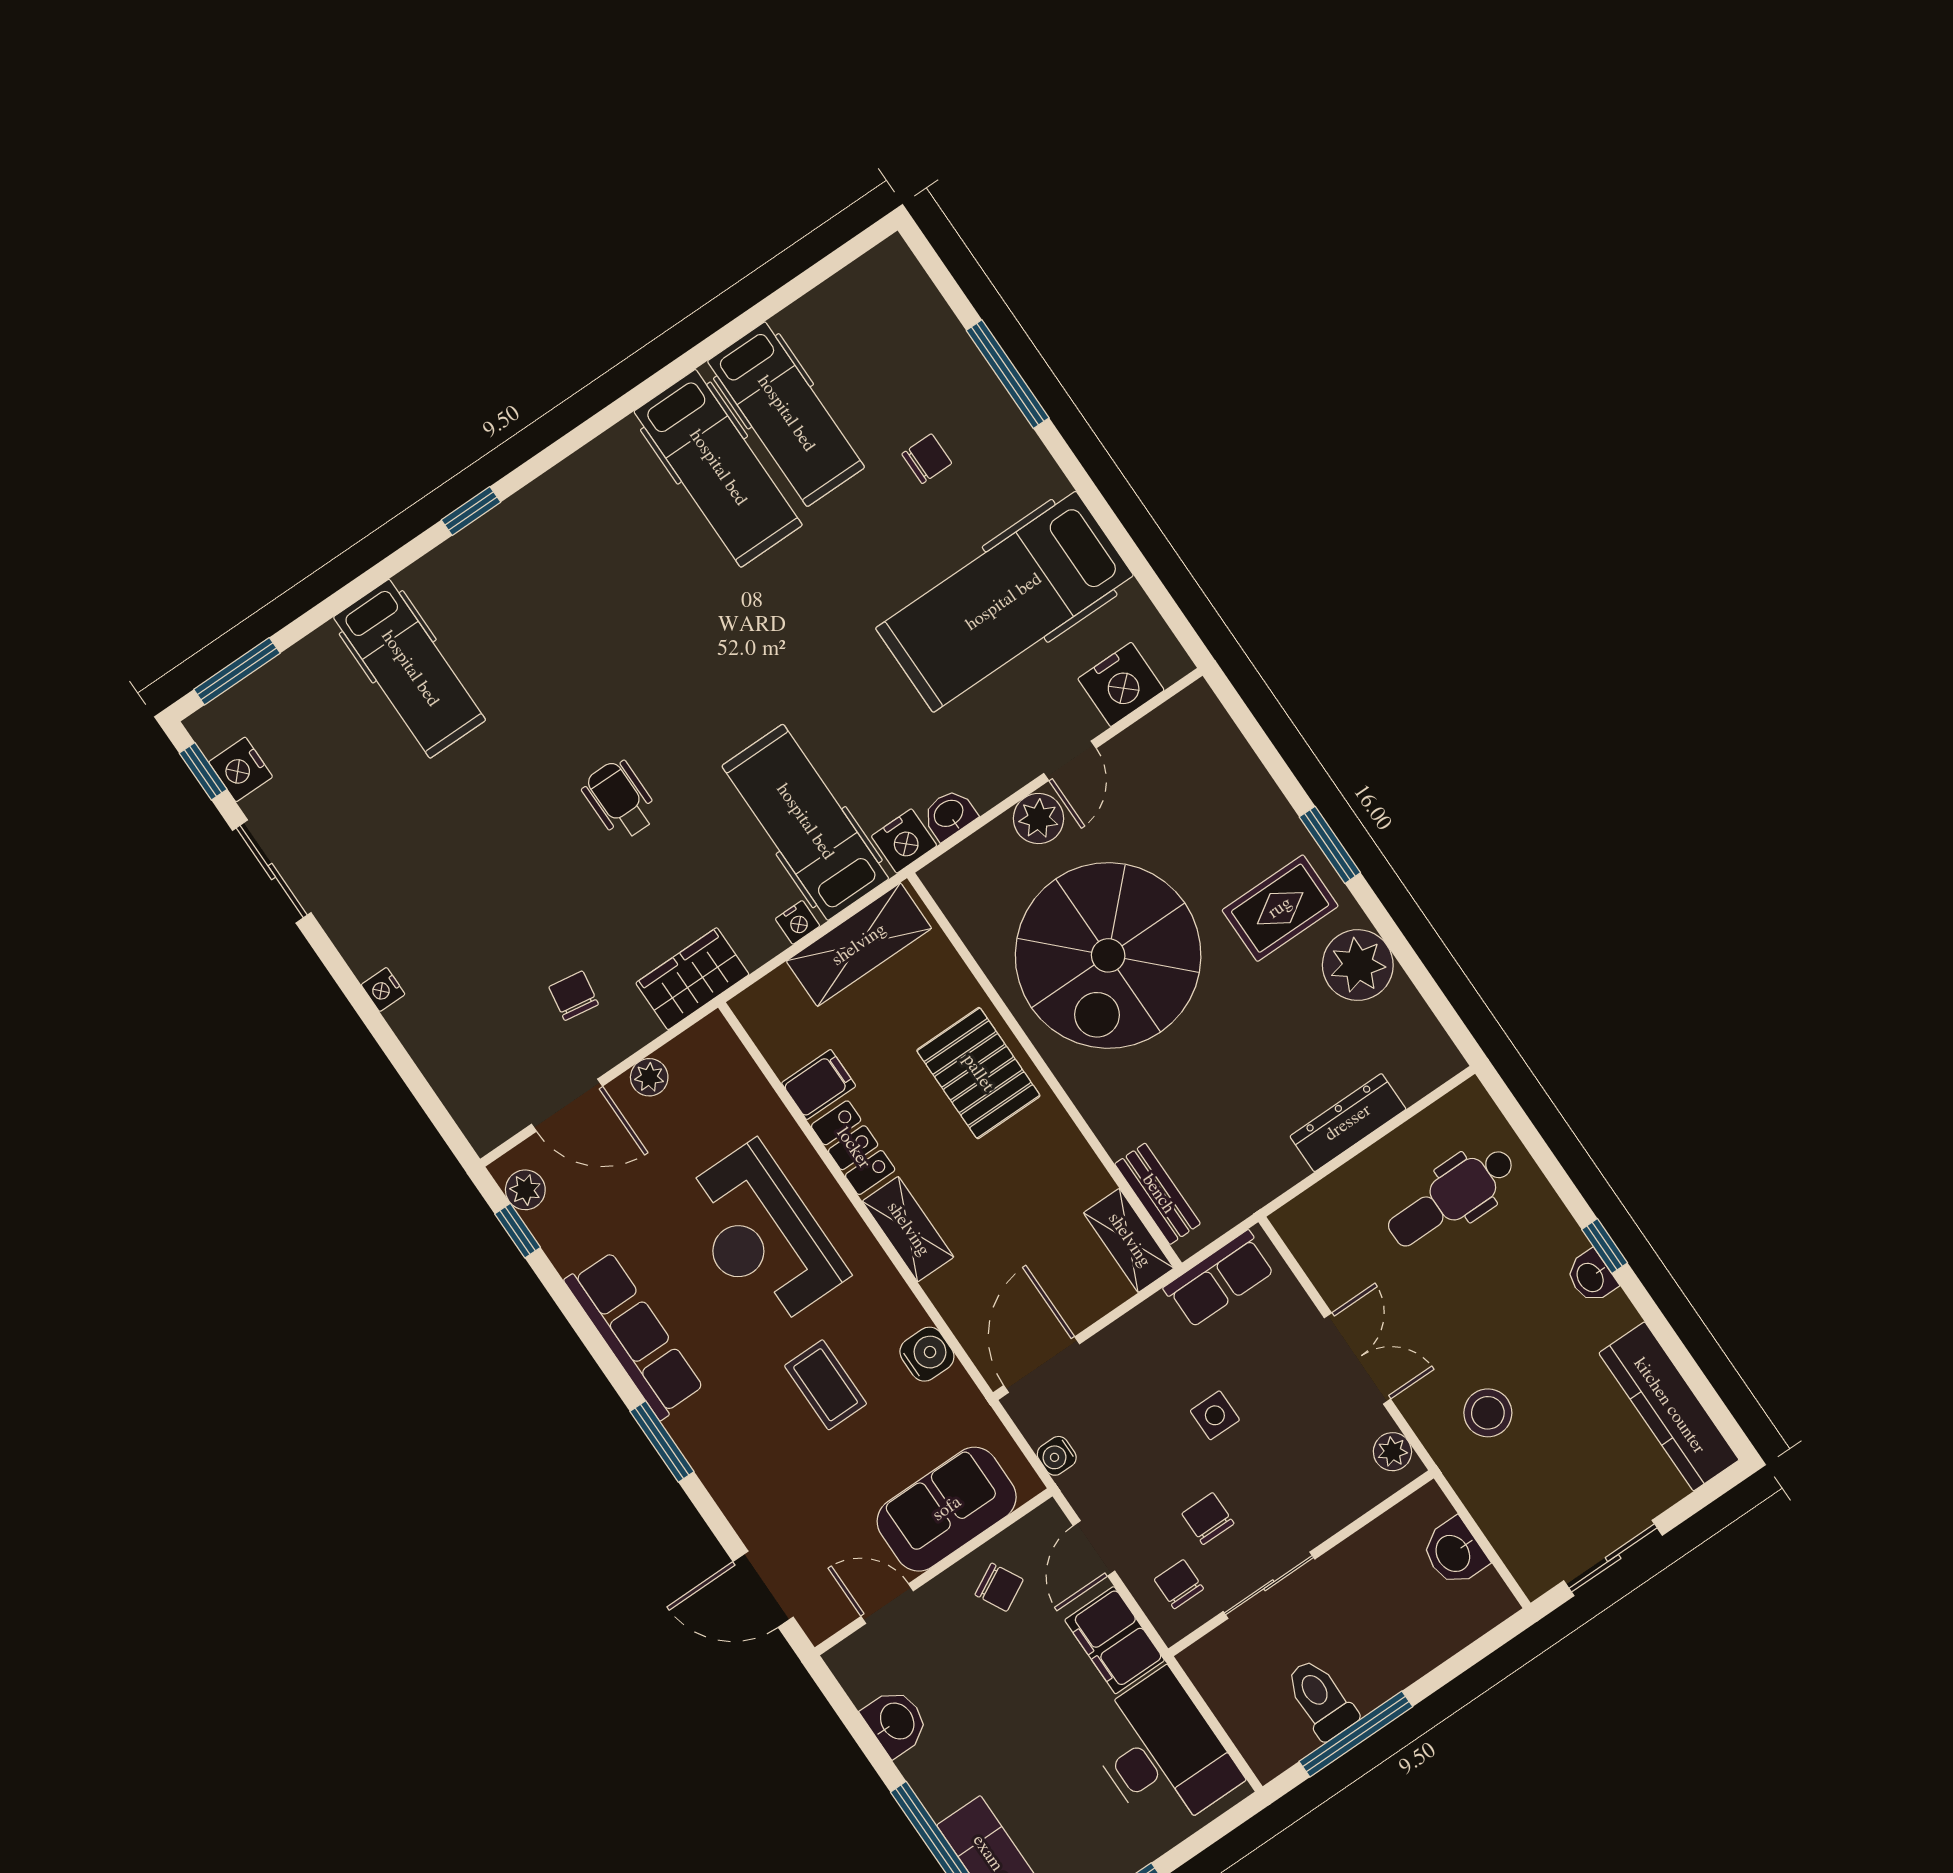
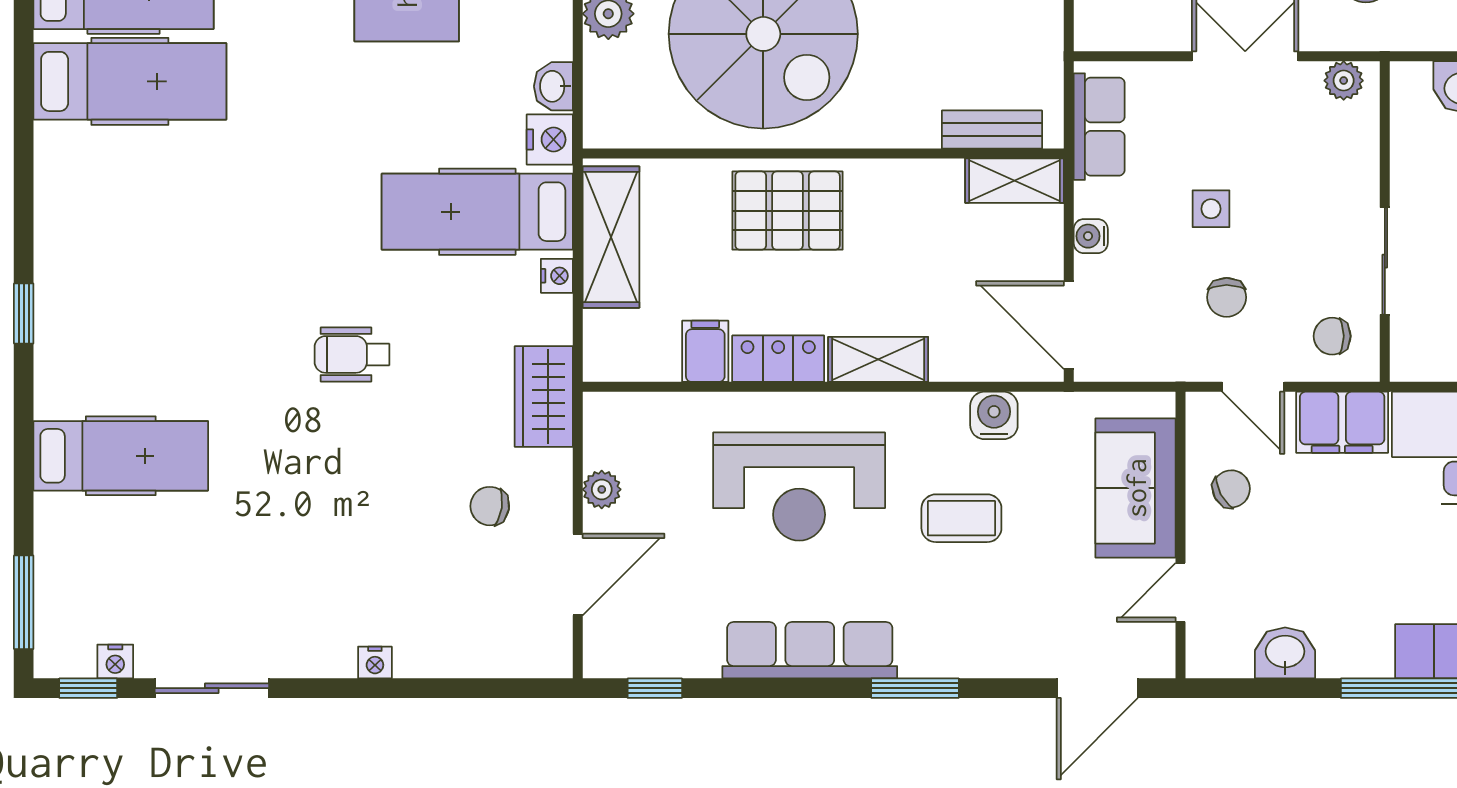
nightstand: (241, 769) -> (115, 662), width x0.72, depth x0.74
plant: (525, 1190) -> (625, 658), removed
water cooler: (1057, 1456) -> (1091, 236), moved, turned 90
chair: (1208, 1519) -> (1227, 297), moved, turned -90

